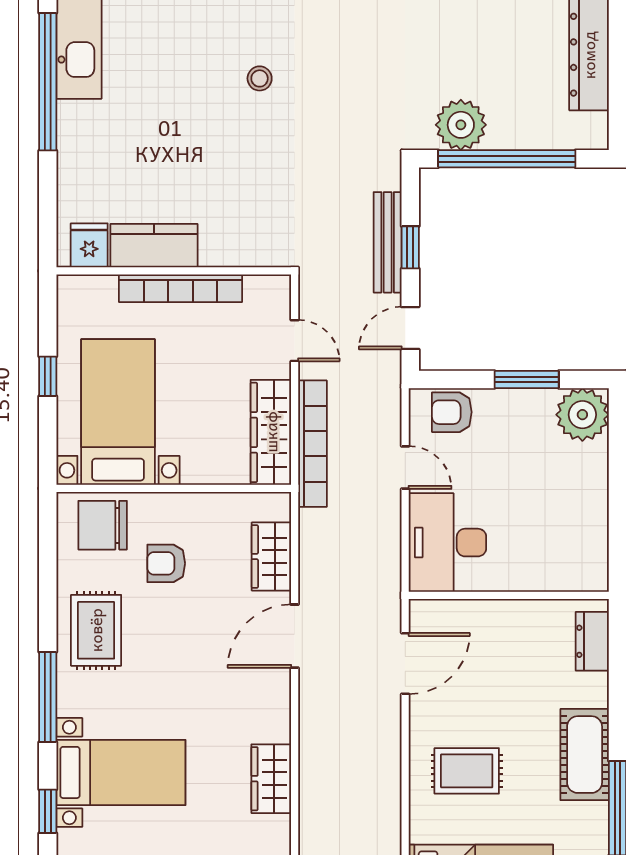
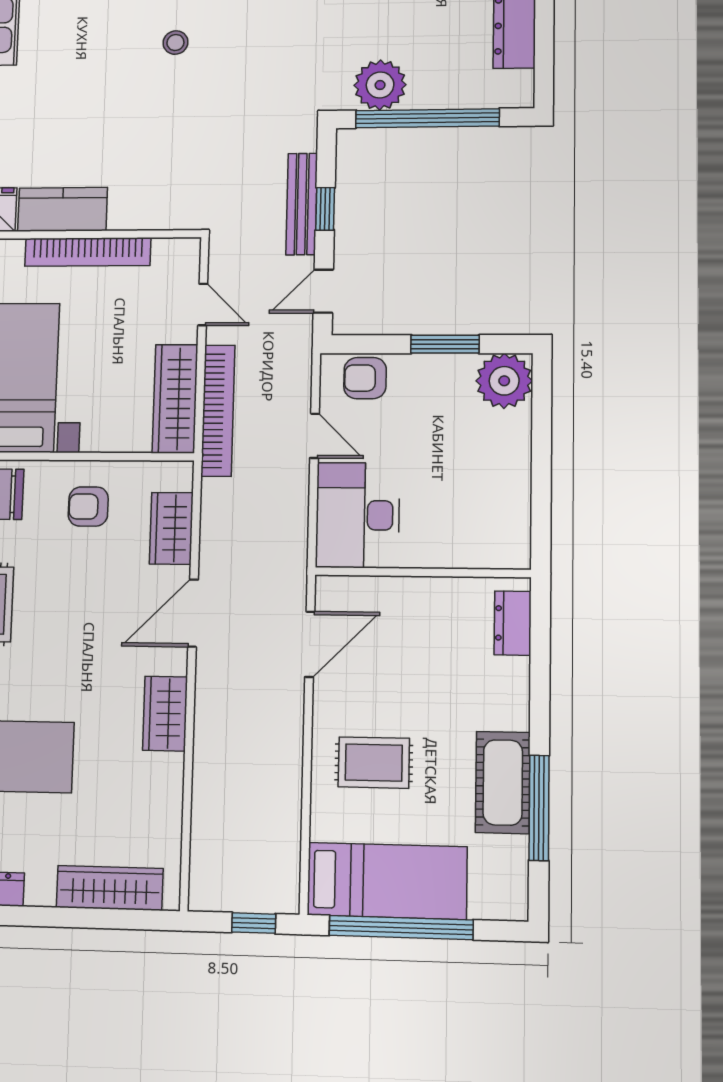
armchair: (166, 563) -> (88, 506), moved
cot: (585, 755) -> (503, 782), moved
wardrobe: (271, 779) -> (165, 714), moved

